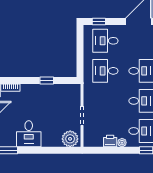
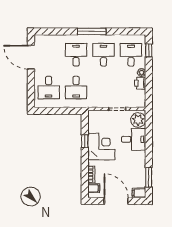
window: (99, 21) -> (31, 94), removed
corner desk: (41, 99) -> (101, 147), added
desk: (29, 134) -> (134, 139), moved

